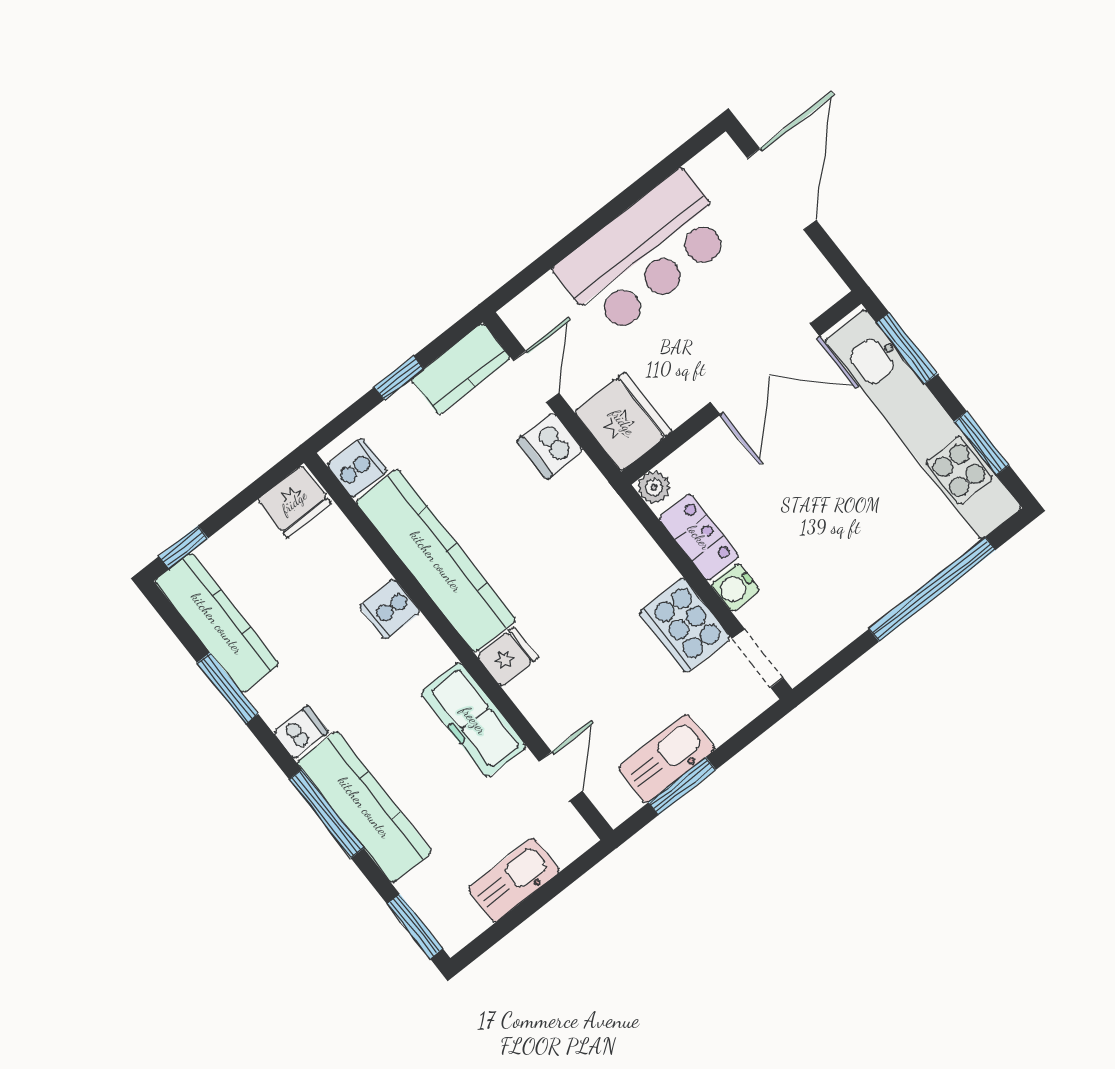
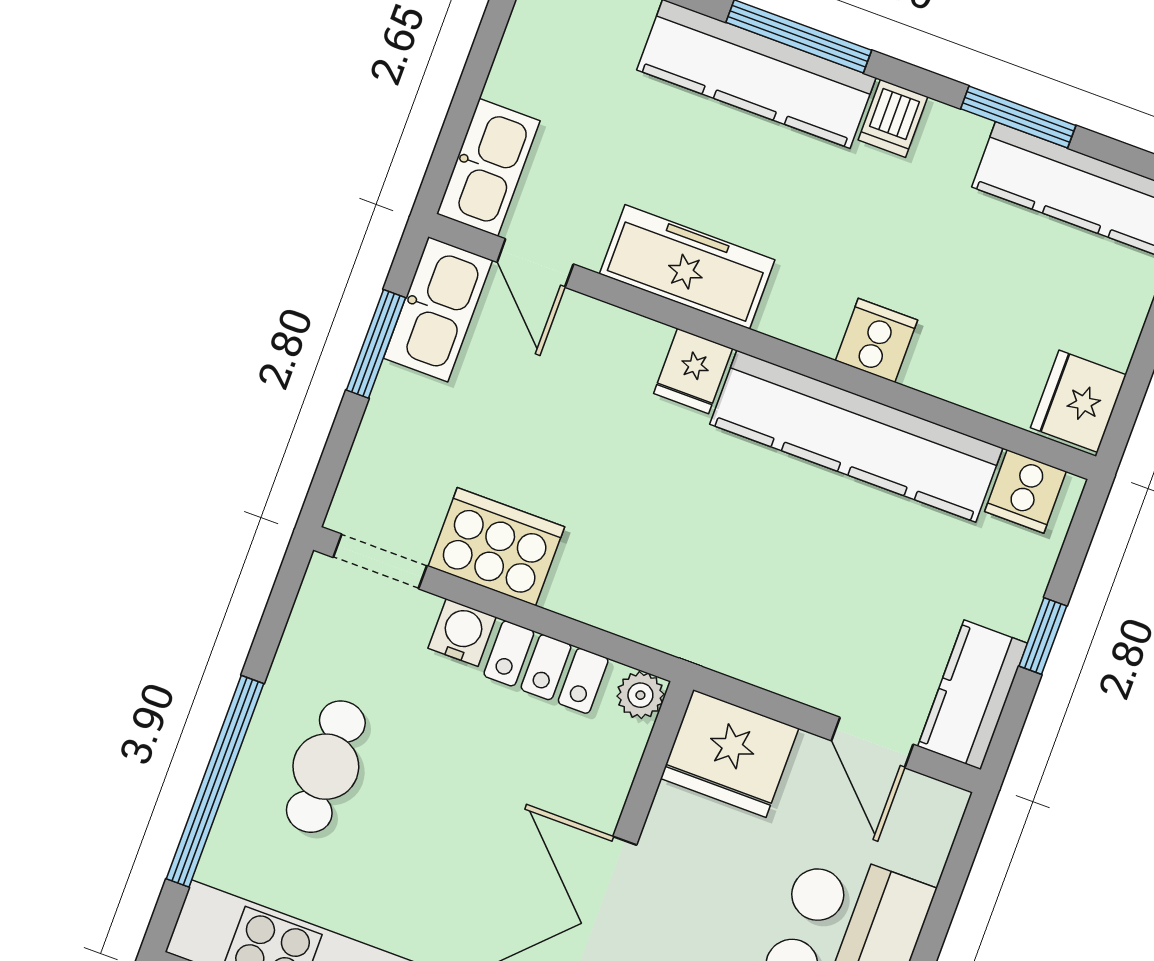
dishwasher: (550, 446) -> (802, 667), removed
cafe table: (863, 558) -> (326, 767), added
kitchen sink: (666, 758) -> (438, 309), moved
kitchen sink: (514, 880) -> (488, 167), moved

